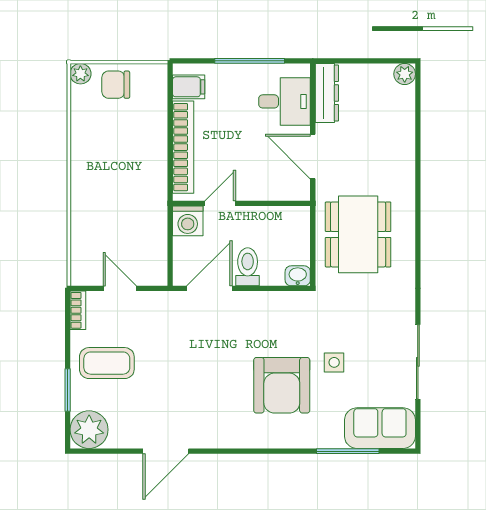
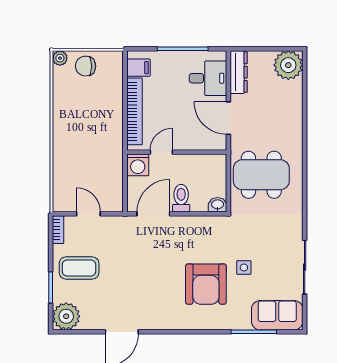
plant: (405, 74) -> (288, 65), width x1.88, depth x1.88
dining table: (358, 234) -> (261, 175), turned 90

